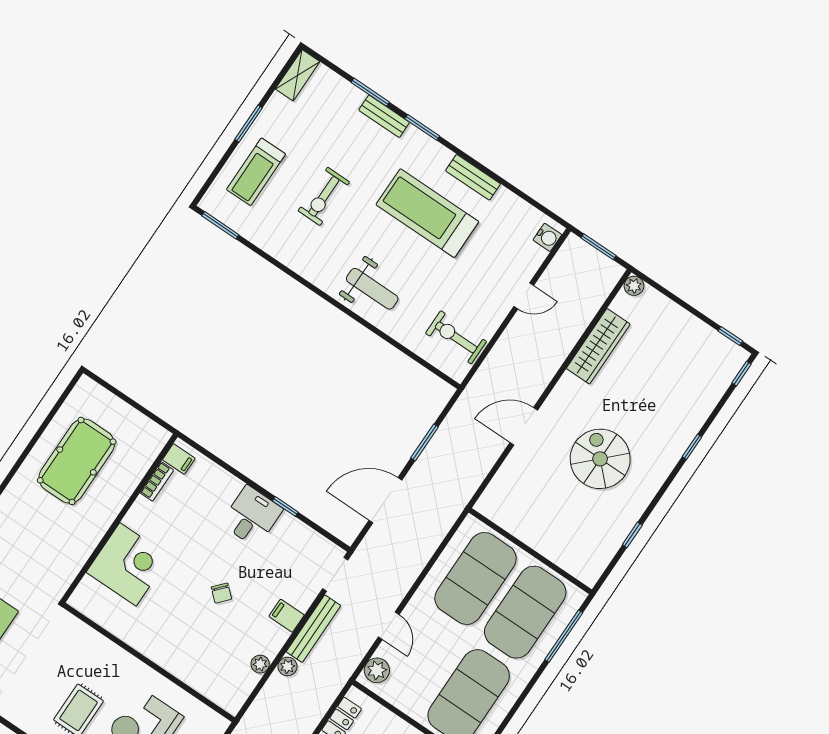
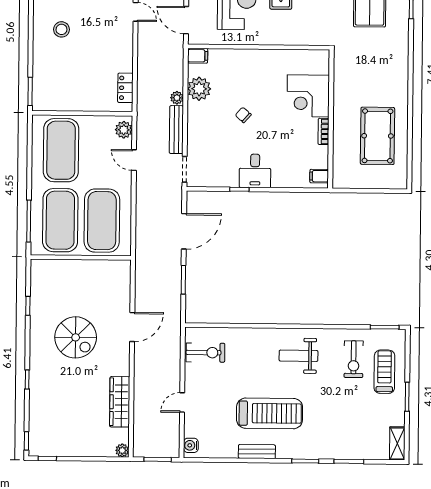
bench: (384, 116) -> (332, 453), removed
exercise bike: (324, 196) -> (354, 359), moved, turned 180
weight bench: (372, 289) -> (299, 356), moved
bookcase: (157, 481) -> (324, 131), moved
filing cabinet: (287, 616) -> (198, 56), moved
plant: (260, 664) -> (199, 89), width x1.88, depth x1.88

